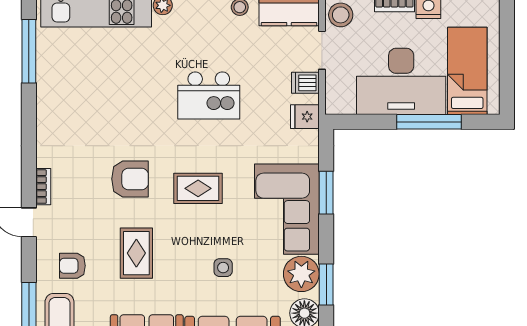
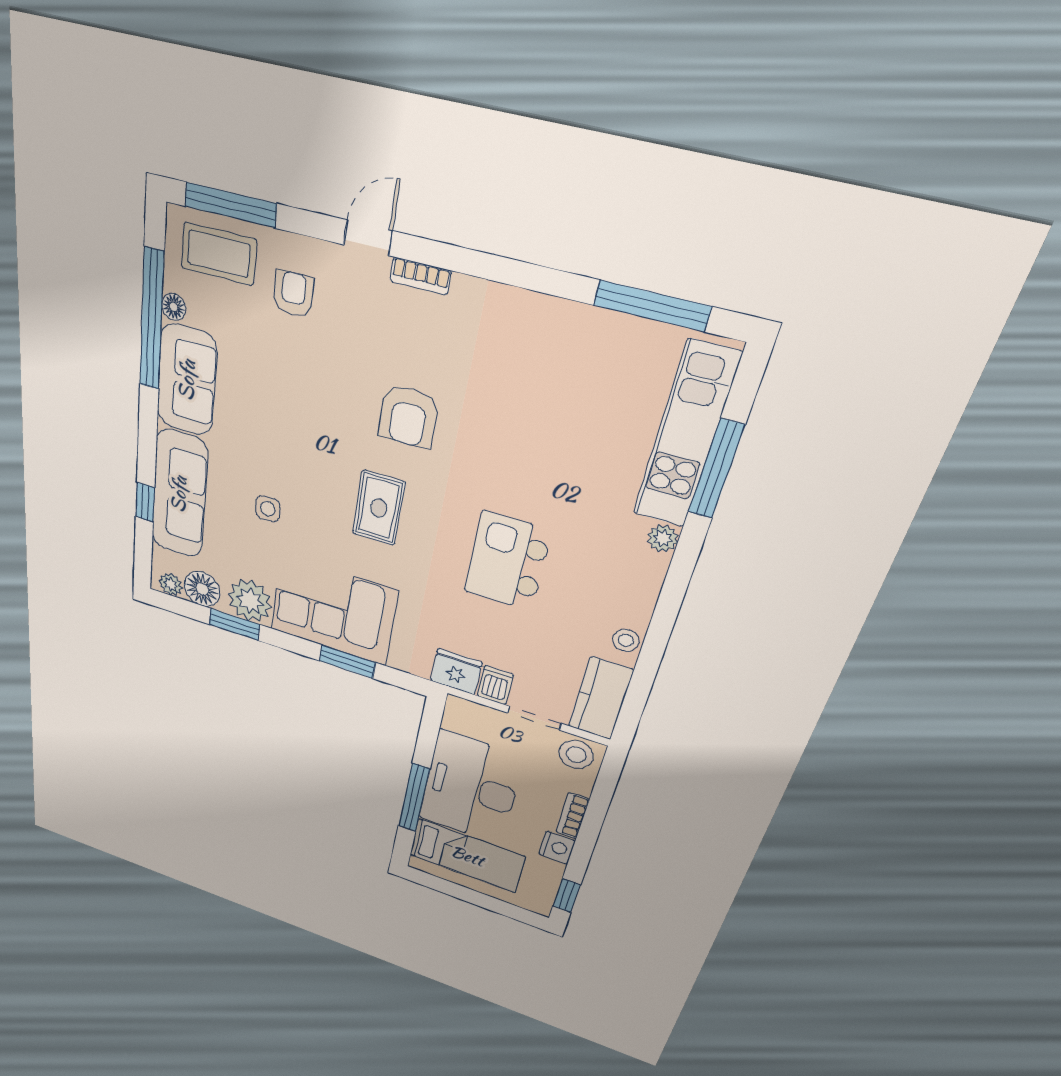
fridge: (305, 117) -> (456, 672), width x1.38
rug: (136, 253) -> (300, 396), removed

